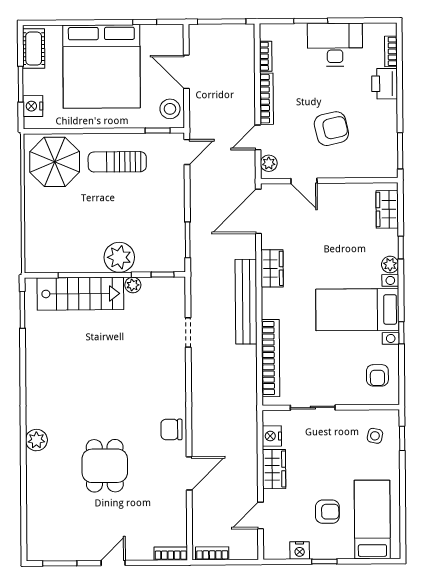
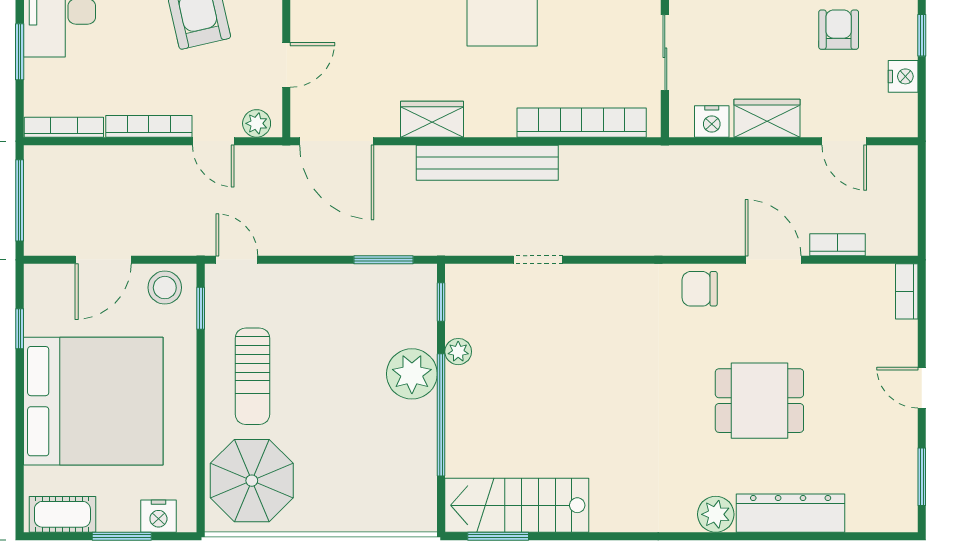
bookcase: (266, 56) -> (64, 127), width x1.56
stairs: (80, 294) -> (517, 505), moved, turned -90
chair: (171, 429) -> (700, 289), turned 90
dresser: (37, 485) -> (791, 513), added
bookcase: (212, 553) -> (838, 245), moved, turned 90

